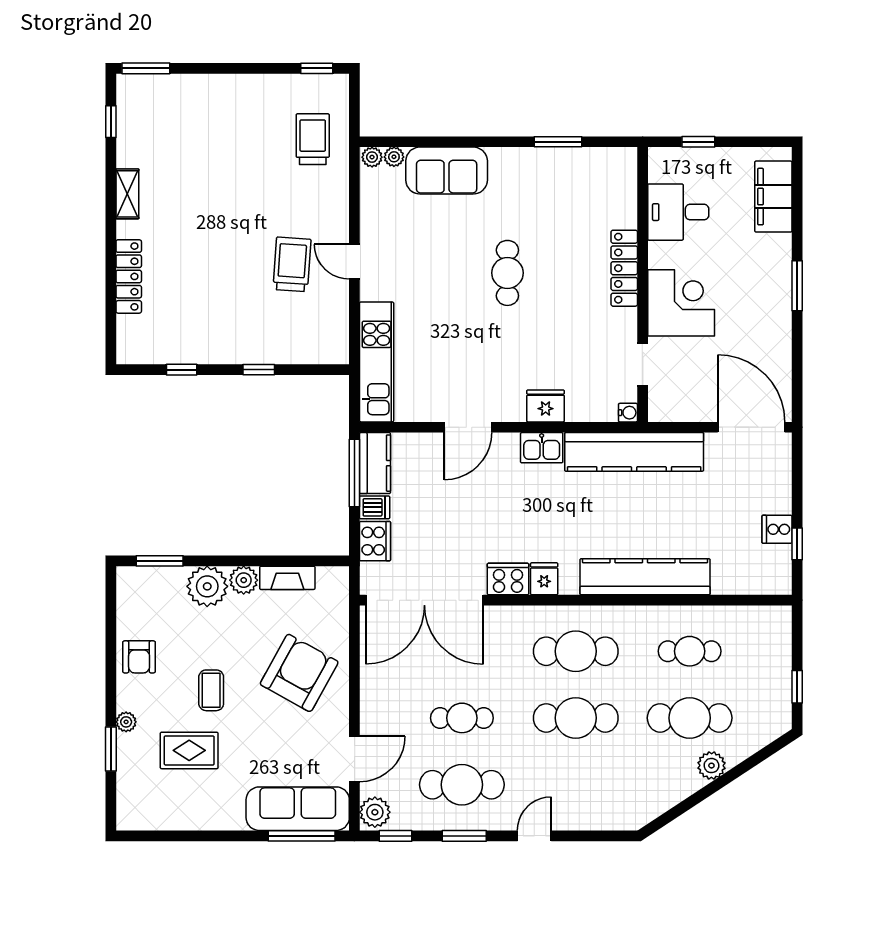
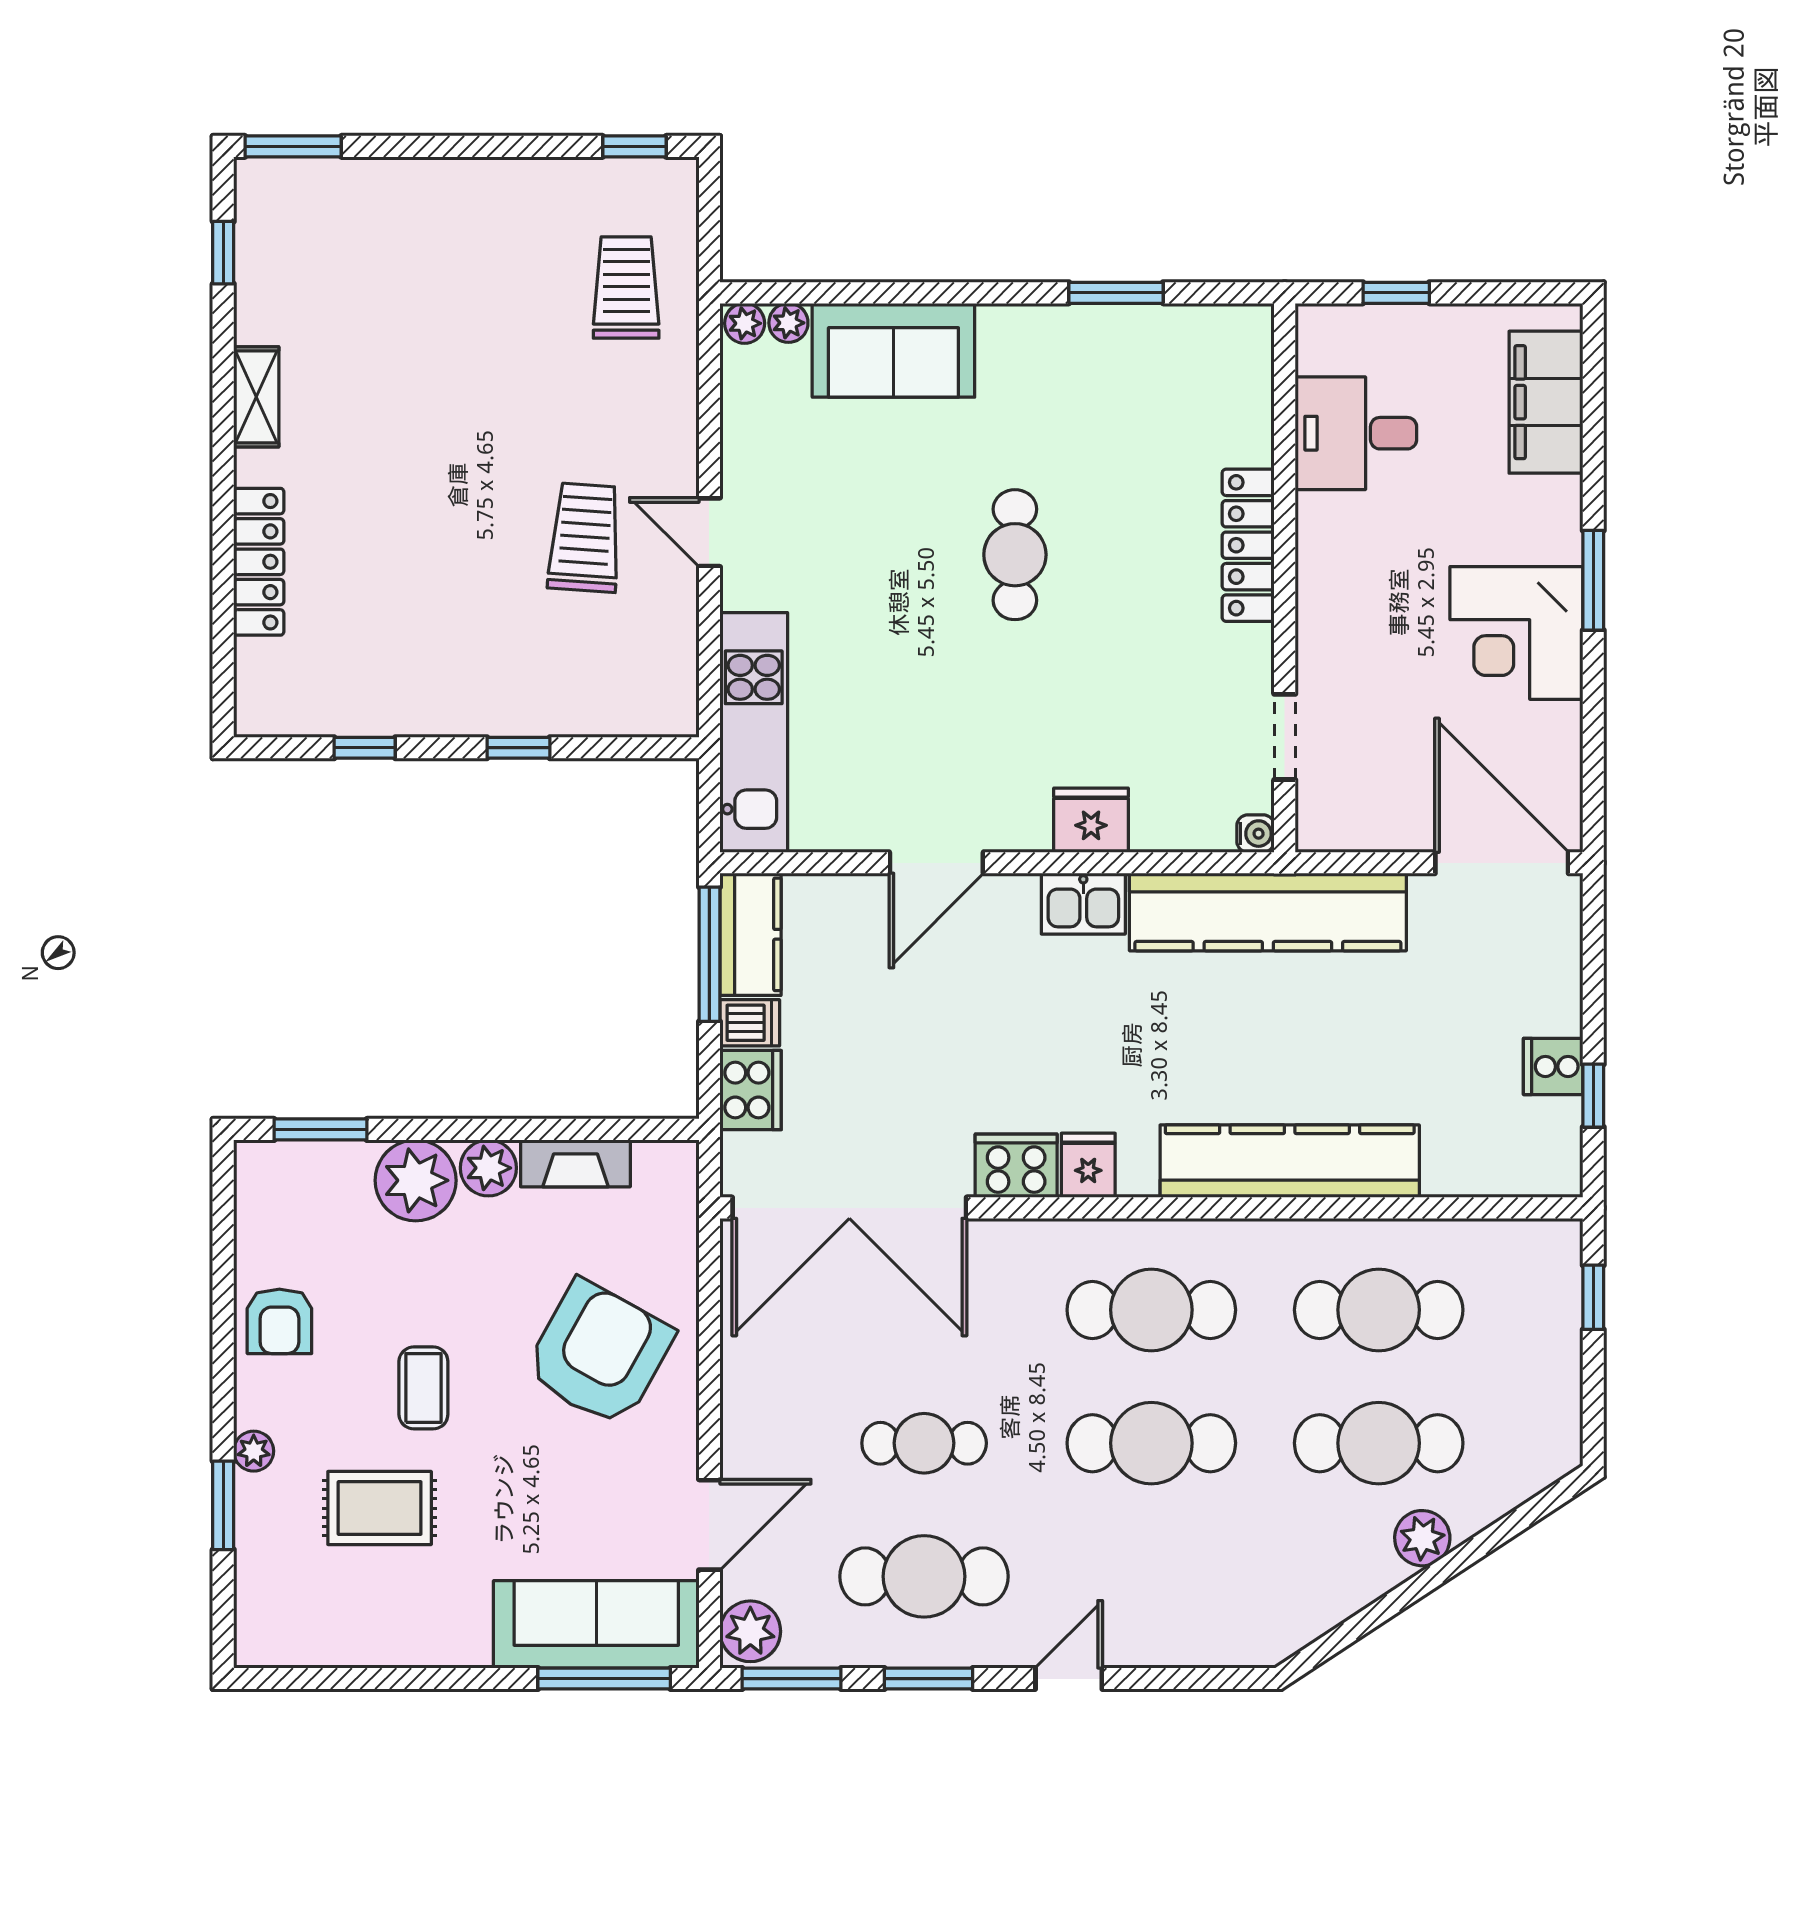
corner desk: (681, 303) -> (1516, 633), moved, turned 180
cafe table: (690, 651) -> (1379, 1310), width x1.37, depth x1.35
window: (797, 687) -> (1593, 1297), moved
window: (396, 836) -> (792, 1679), width x1.50

